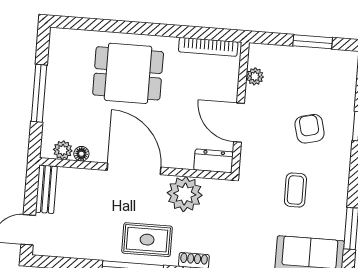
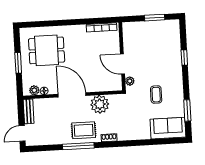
dining table: (128, 73) -> (47, 50), moved
plant: (255, 76) -> (130, 81), moved
window: (39, 93) -> (18, 63), width x0.69
armchair: (310, 129) -> (159, 62), removed
dresser: (214, 161) -> (112, 85), removed

